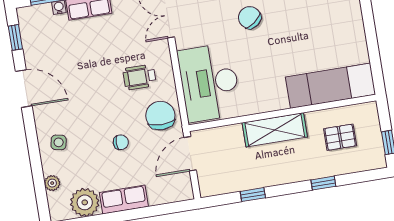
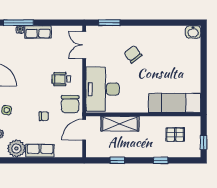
chair: (160, 116) -> (70, 104), turned 180
shelving: (275, 130) -> (120, 124), moved

